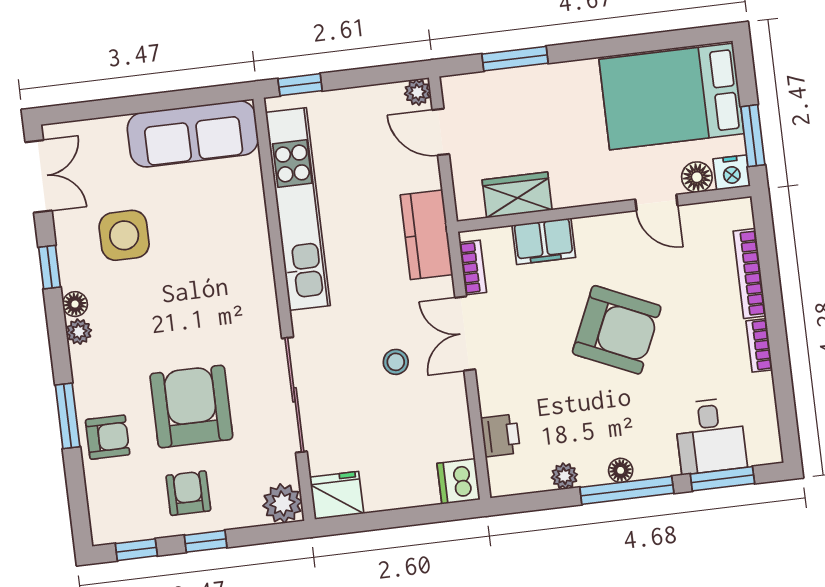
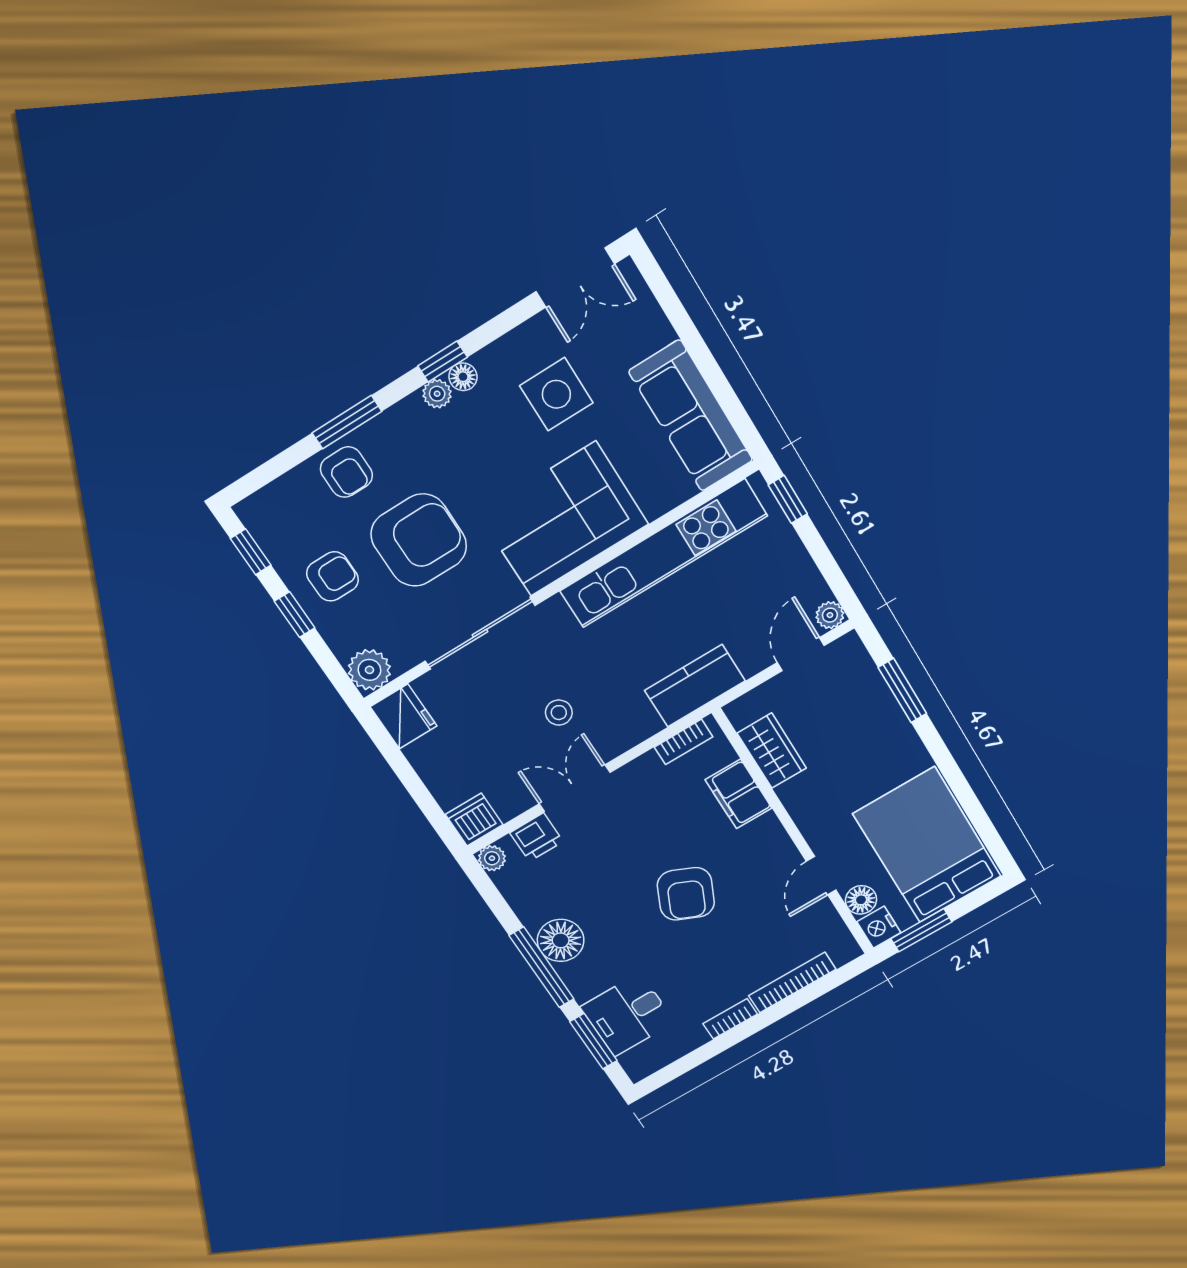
window: (50, 267) -> (443, 362), moved
corner sofa: (229, 279) -> (563, 519), added
armchair: (617, 330) -> (686, 894), width x0.73, depth x0.73
double door: (465, 334) -> (575, 788), moved
floor lamp: (621, 470) -> (561, 940), width x1.89, depth x1.89
plant: (564, 476) -> (492, 858), moved

